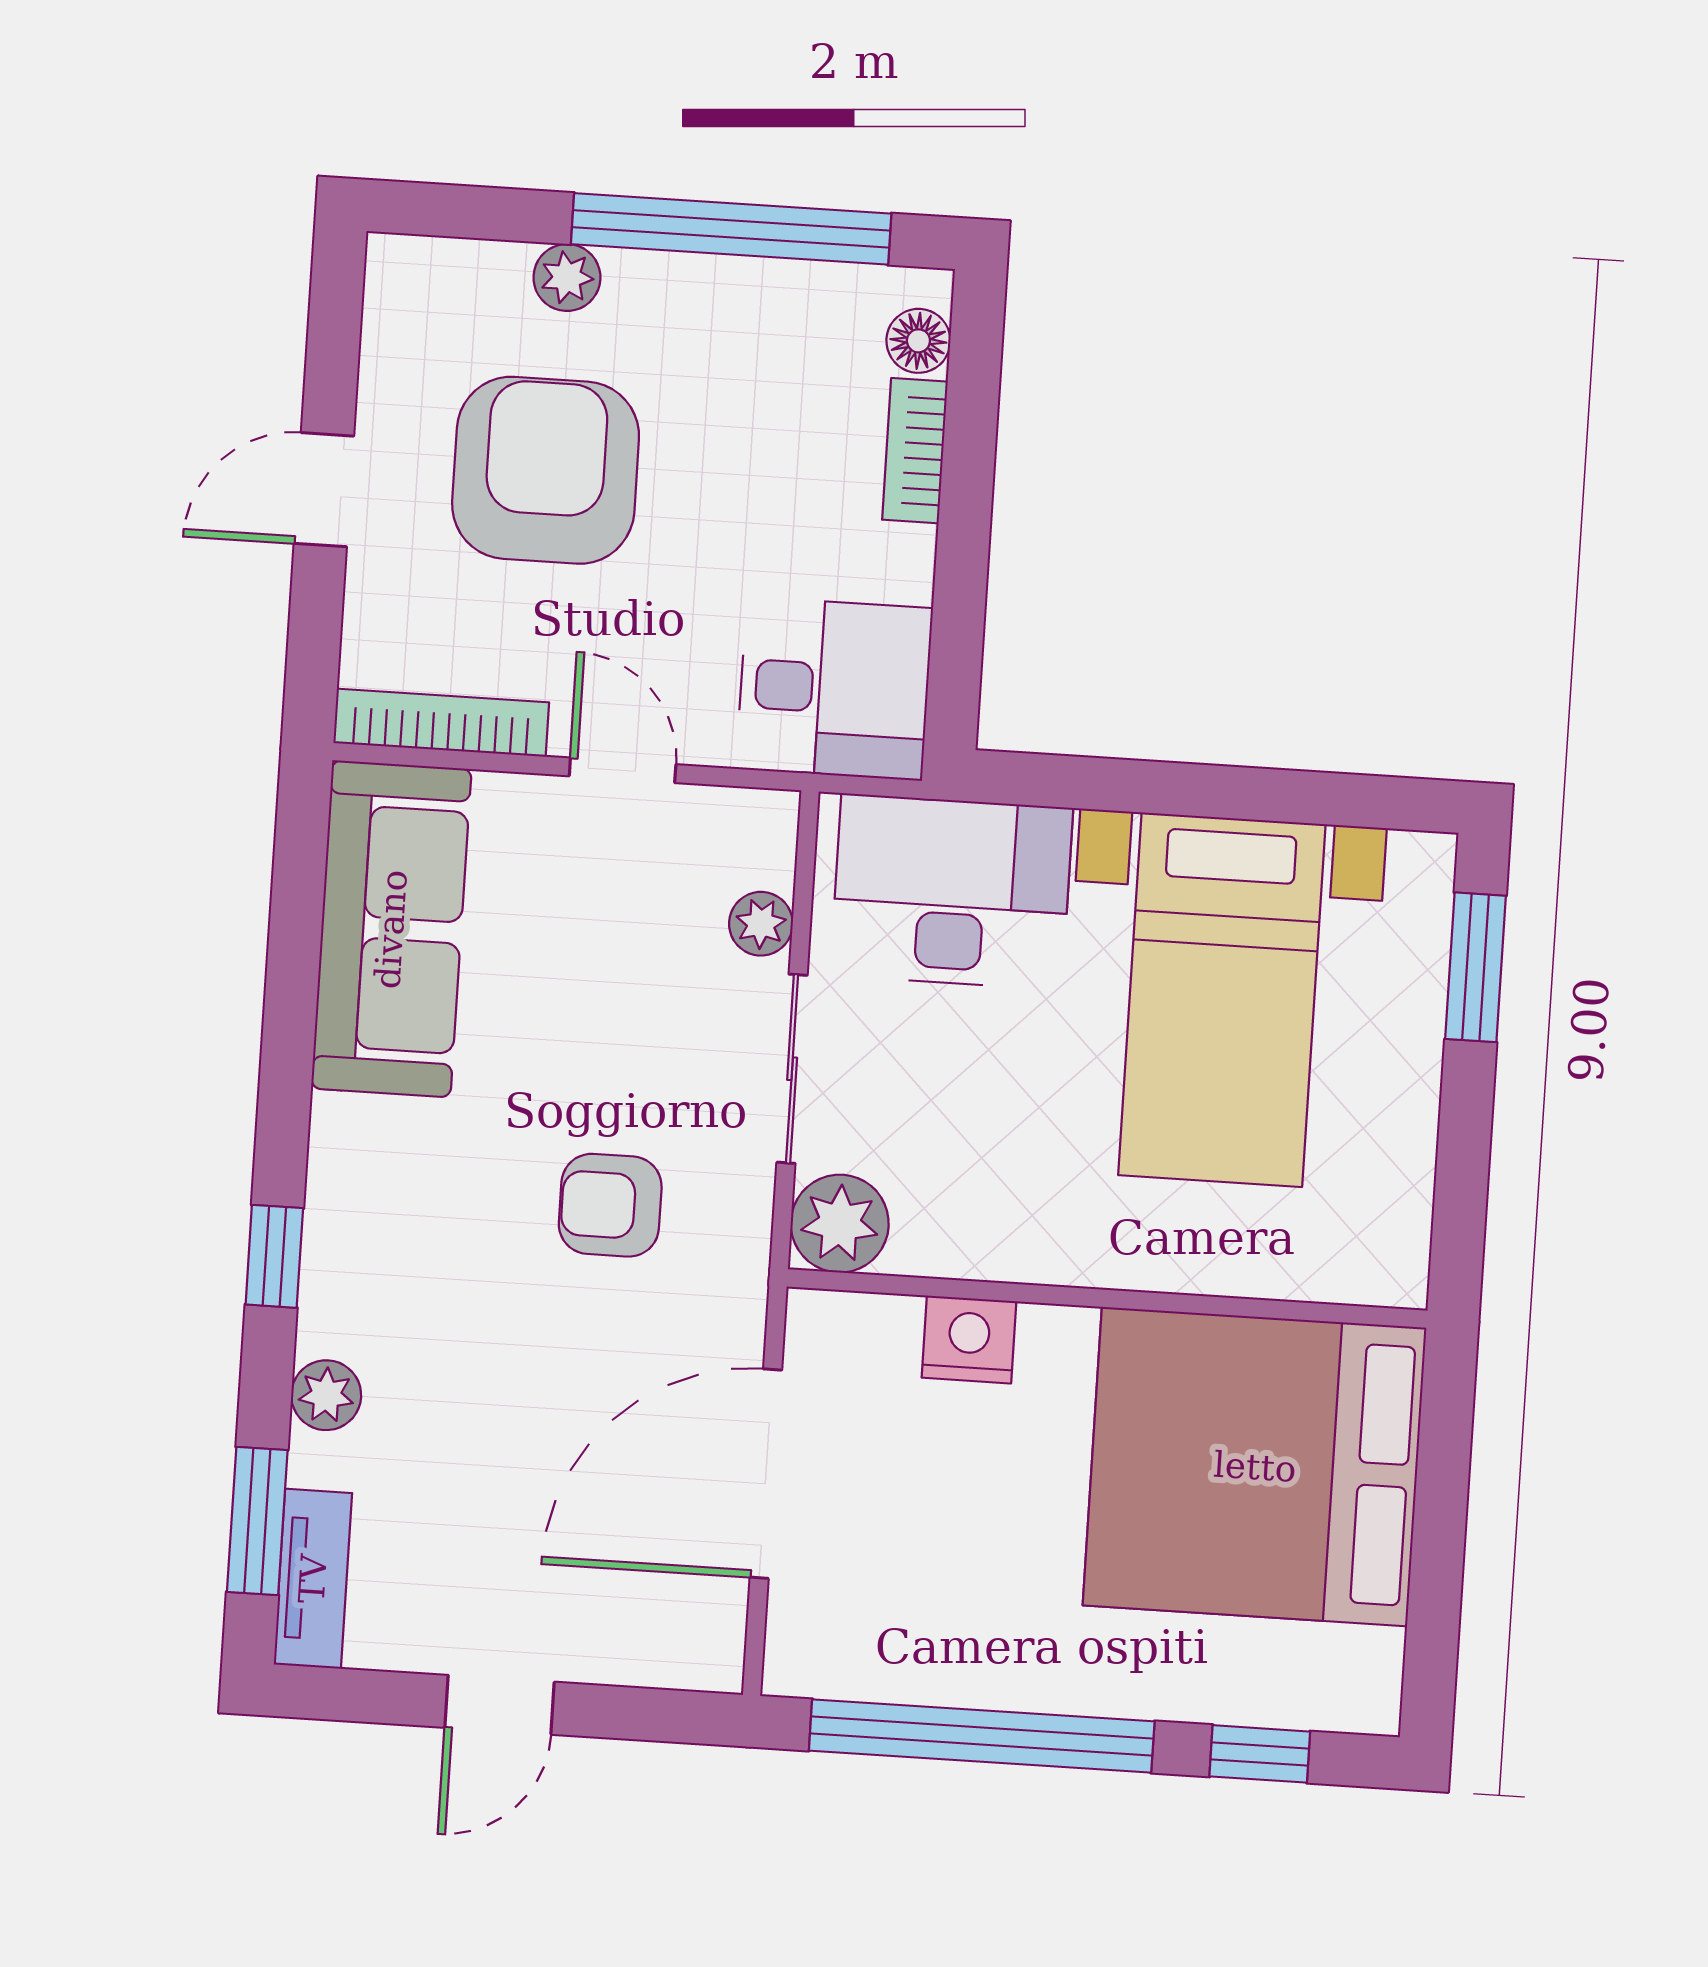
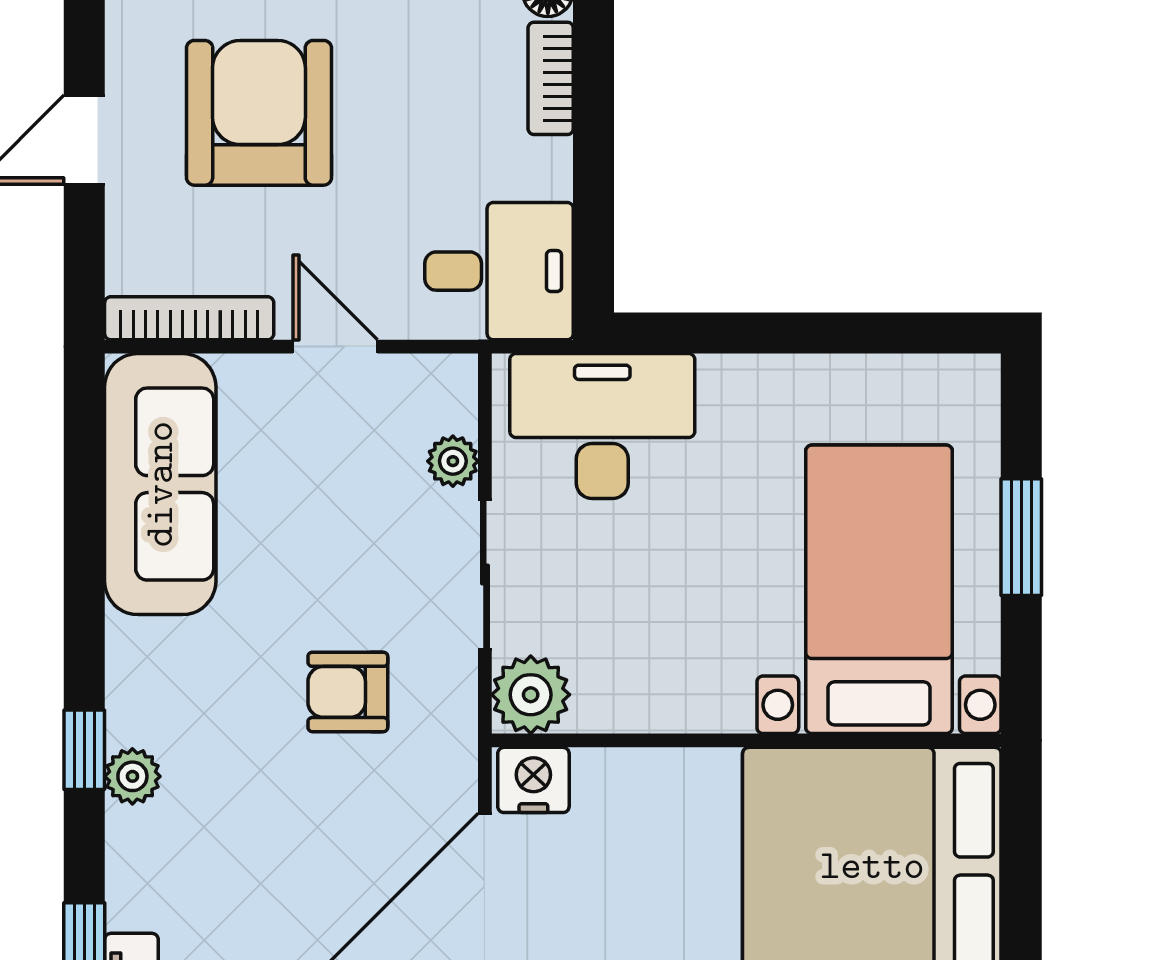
window: (1475, 967) -> (1021, 537), moved
bed with nightstands: (1222, 1000) -> (879, 589), moved, turned 180
nightstand: (969, 1339) -> (533, 780), moved
plant: (326, 1395) -> (132, 776), moved

